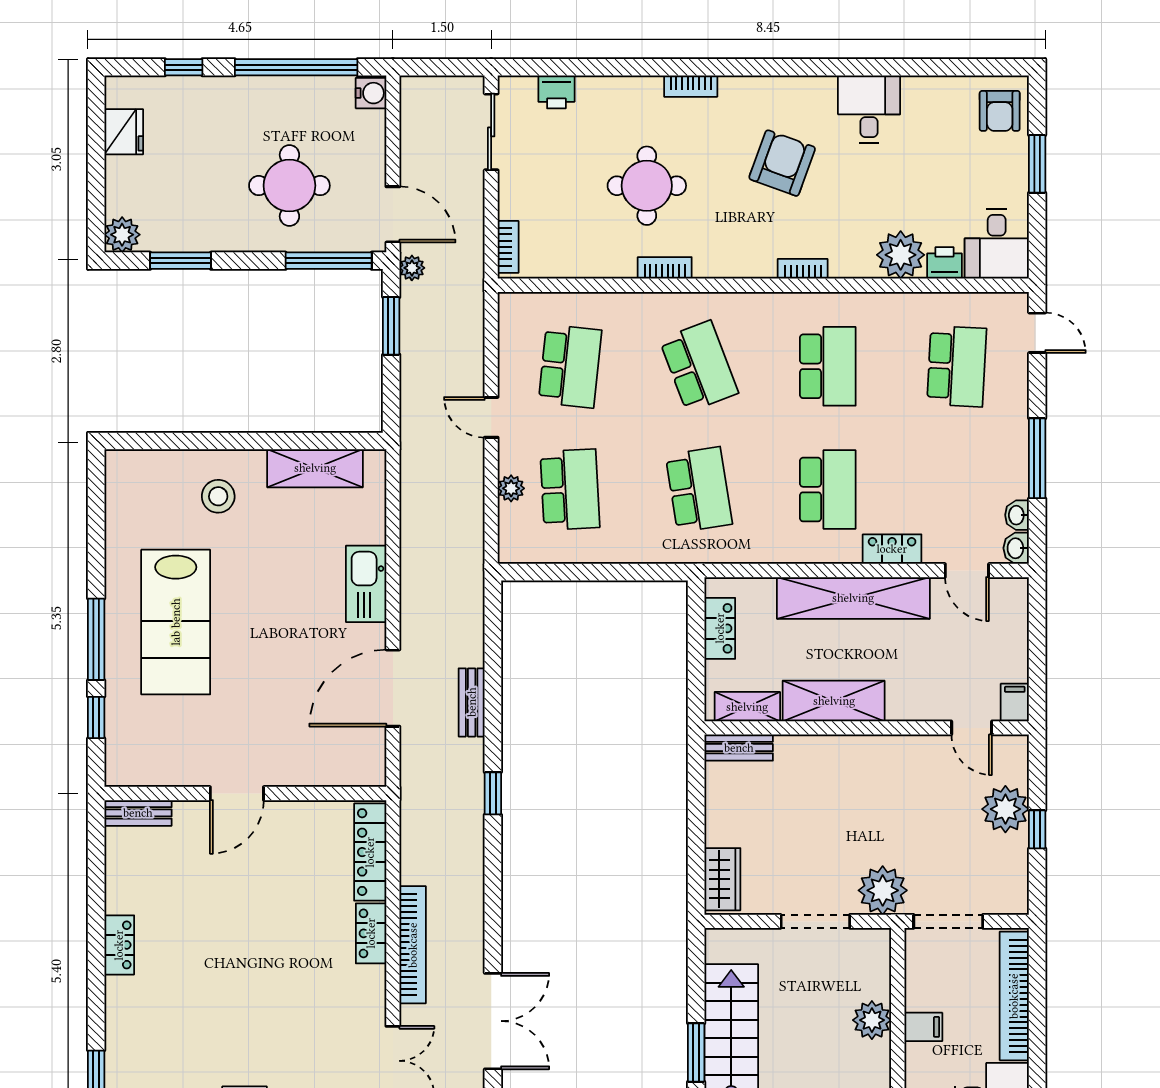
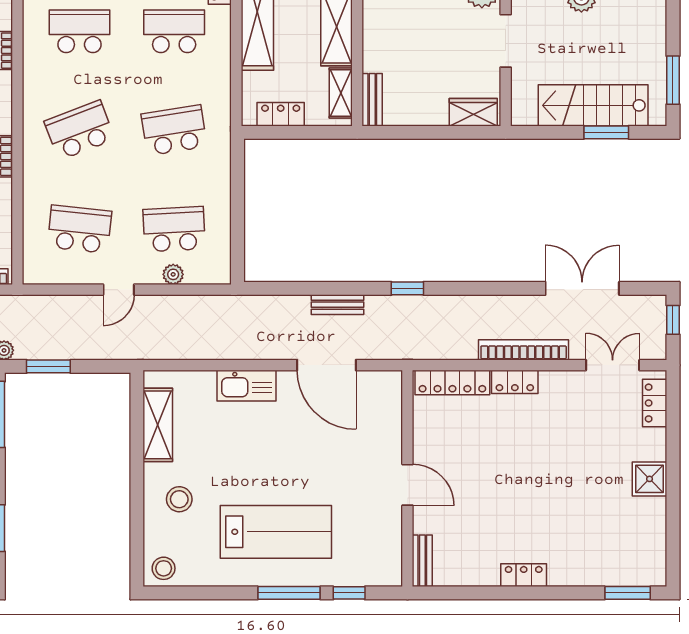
stool: (128, 476) -> (164, 568), added

